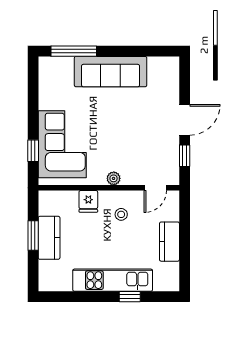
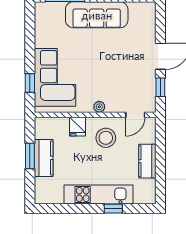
stool: (121, 214) -> (106, 138), width x1.89, depth x1.89

